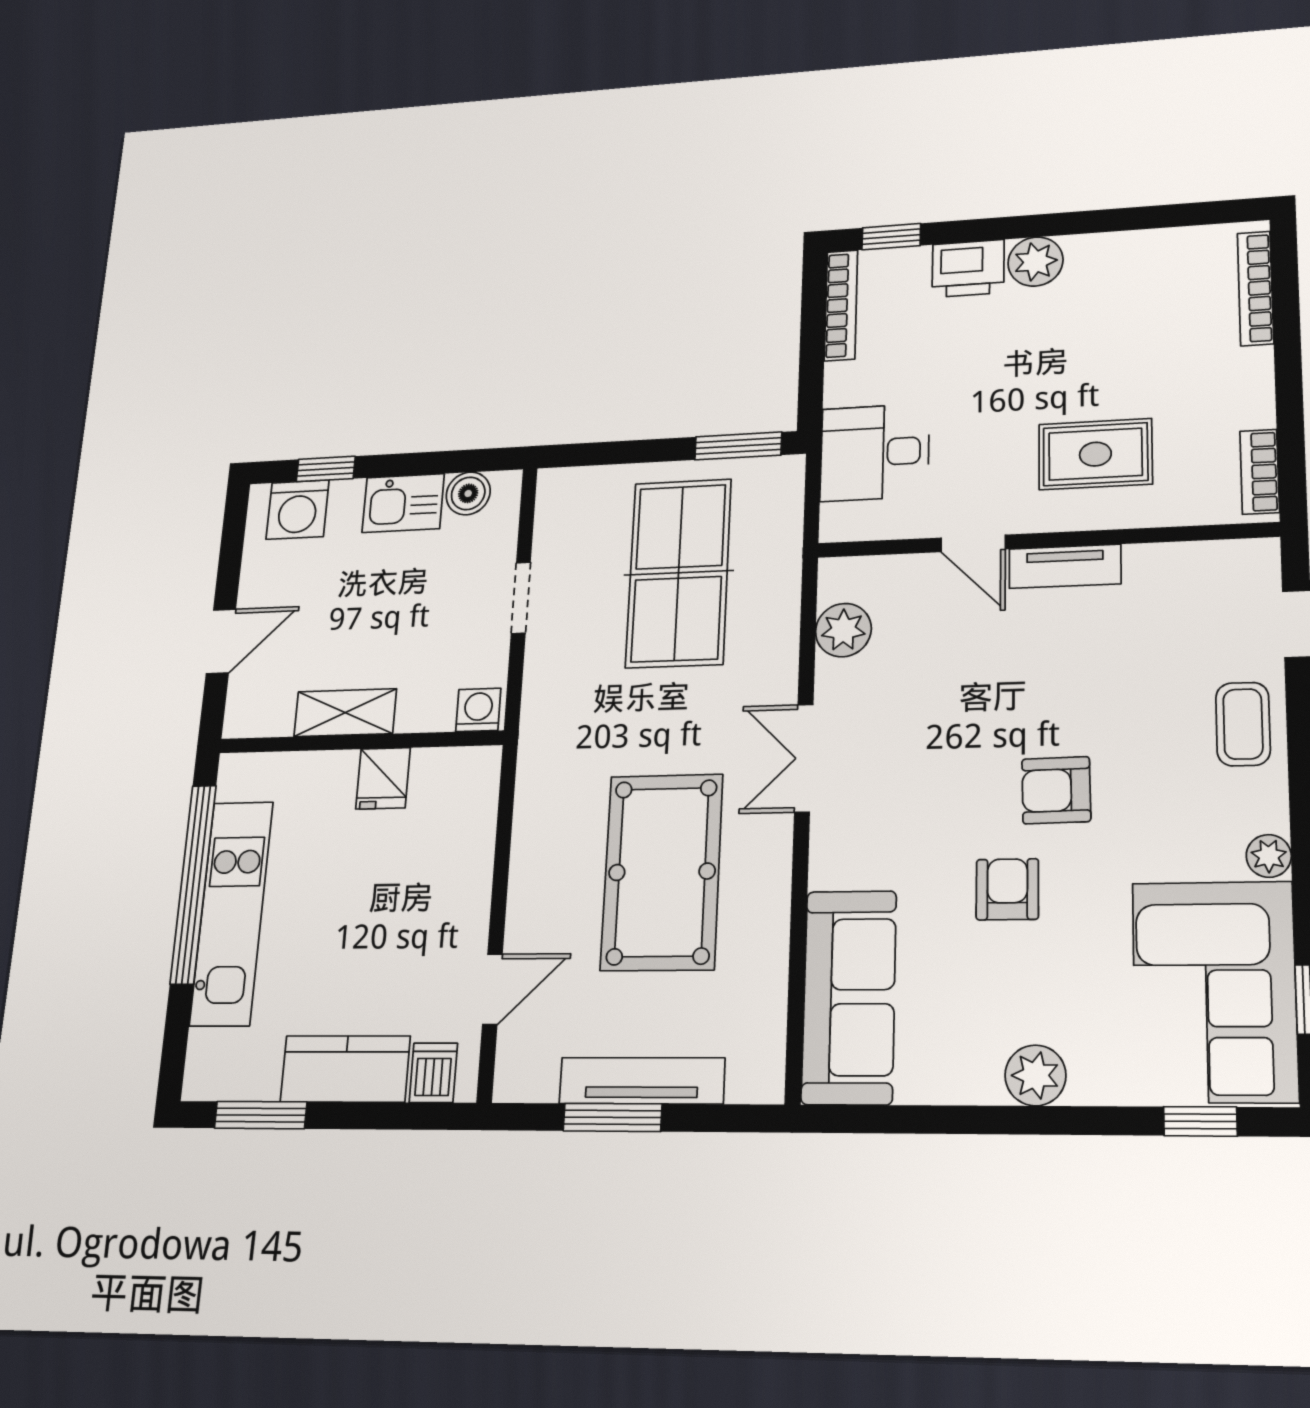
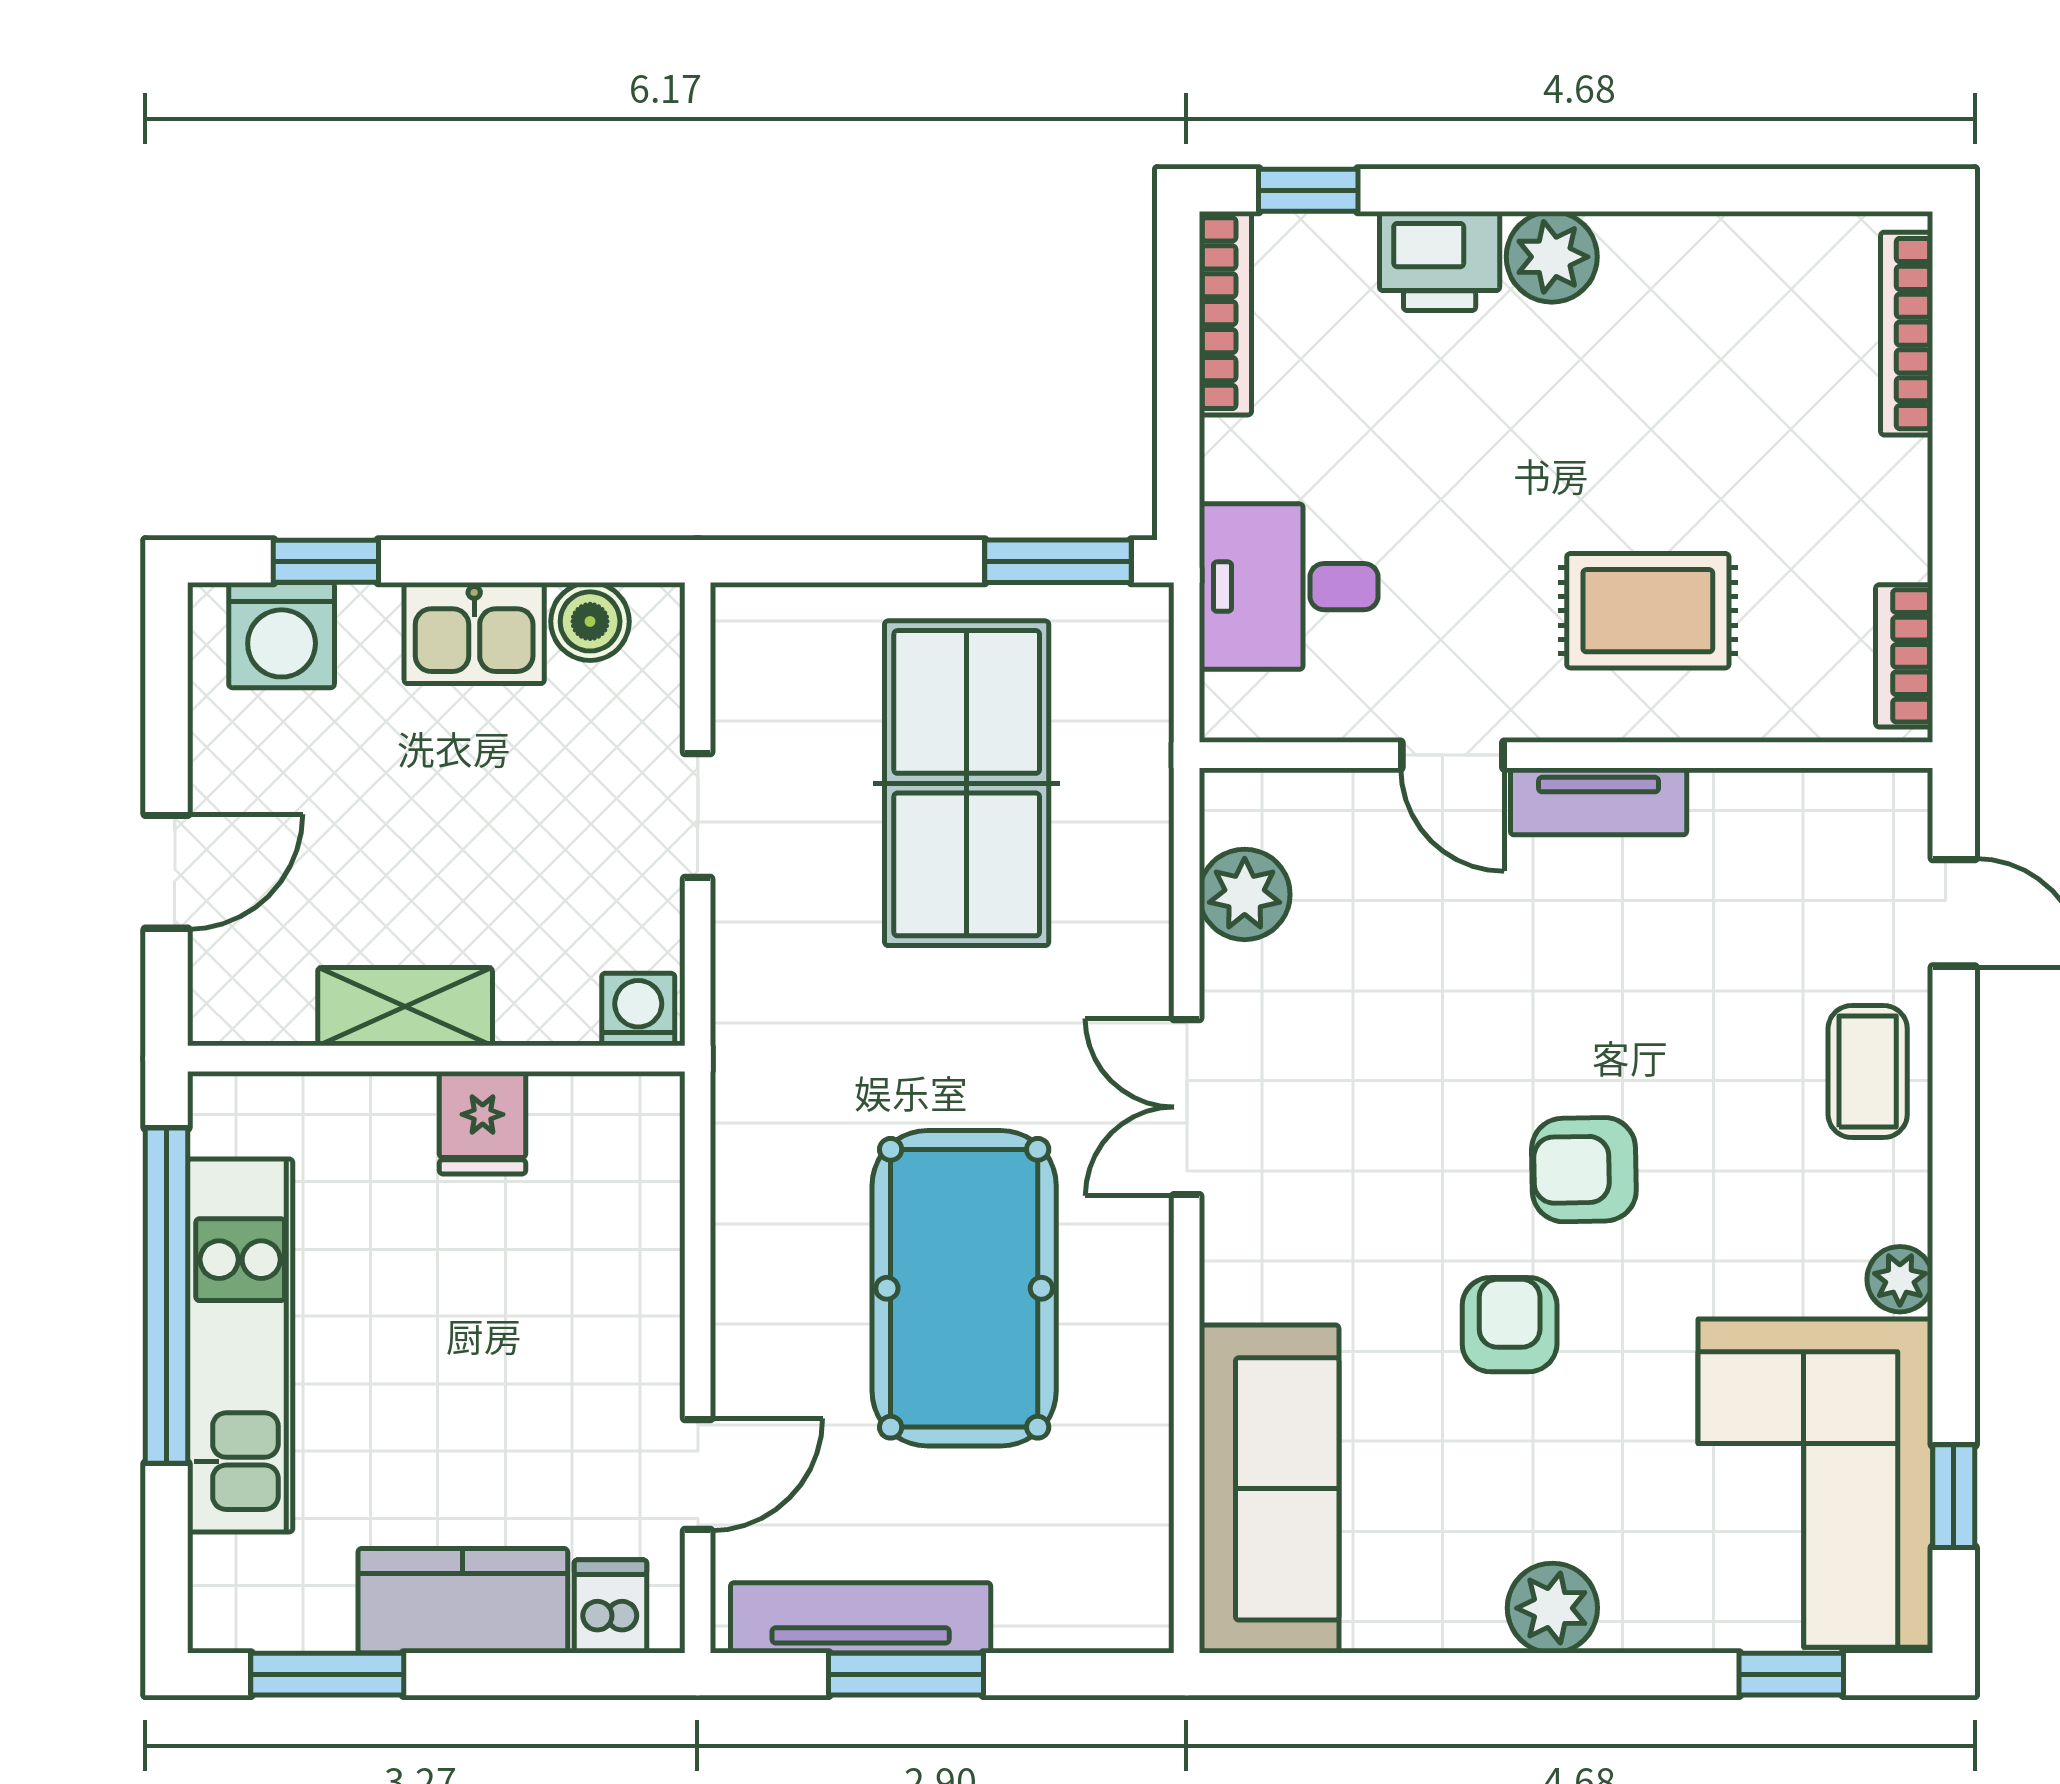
tv unit: (642, 1081) -> (861, 1618), moved

